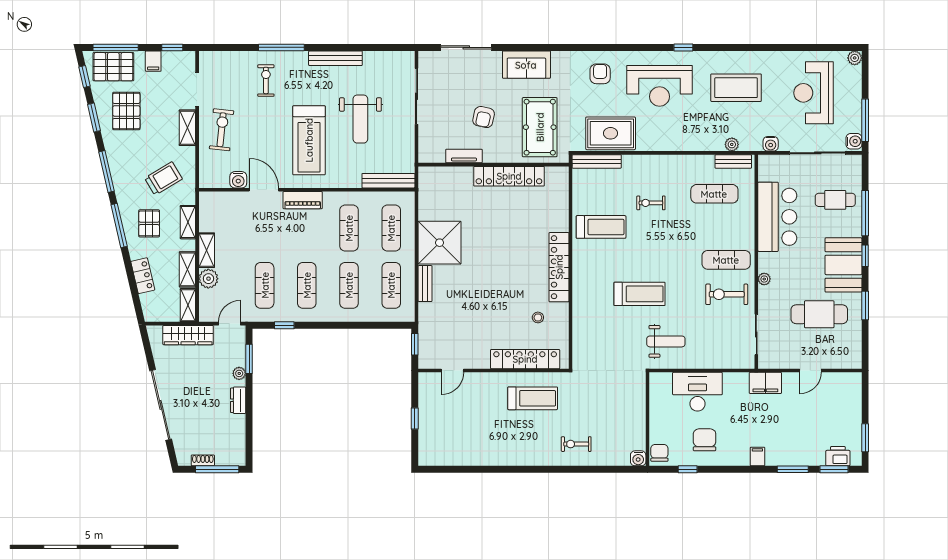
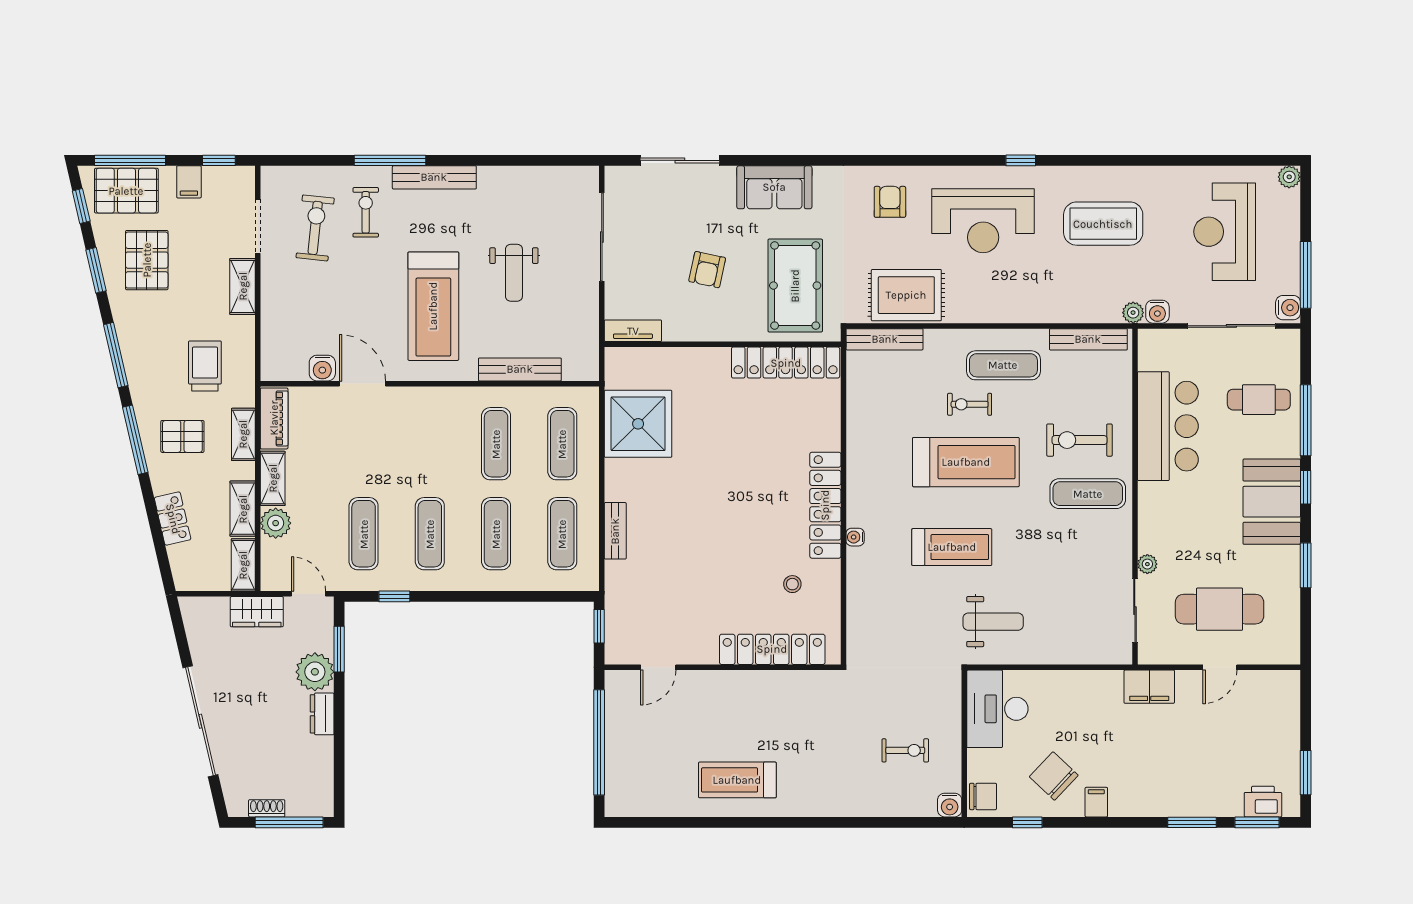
bench: (335, 58) -> (434, 177), moved
weight bench: (360, 119) -> (514, 273), width x0.73, depth x0.75
exercise bike: (222, 130) -> (315, 228), moved
plant: (732, 144) -> (1133, 313), moved
tv unit: (464, 156) -> (633, 331), moved
bench: (733, 161) -> (1088, 339), width x1.36
locker: (509, 176) -> (786, 363), moved
trolley: (163, 178) -> (205, 366), turned -59
bench: (388, 181) -> (520, 369), moved
exercise mat: (714, 194) -> (1003, 365), moved
piano: (303, 200) -> (274, 418), moved, turned -90
pallet: (149, 223) -> (182, 436), turned 90
treadmill: (601, 227) -> (966, 462), moved, width x1.37, depth x1.38
shower: (440, 243) -> (638, 424), moved
plant: (764, 279) -> (1147, 564), moved
water cooler: (578, 288) -> (855, 537), added
exercise bike: (727, 294) -> (1079, 440), moved
cafe table: (819, 314) -> (1220, 609), moved
door: (230, 324) -> (309, 594), hinge flipped
wardrobe: (188, 335) -> (257, 612), width x0.67
plant: (239, 373) -> (315, 672), width x1.88, depth x1.88
desk: (697, 392) -> (997, 709), moved, turned -90
treadmill: (533, 398) -> (737, 780), moved, turned 180
window: (415, 418) -> (599, 742), width x3.17
chair: (705, 440) -> (1054, 776), turned -47
exercise bike: (576, 444) -> (905, 750), moved, turned 180
chair: (659, 453) -> (983, 796), turned 90
filing cabinet: (757, 456) -> (1096, 802), moved

